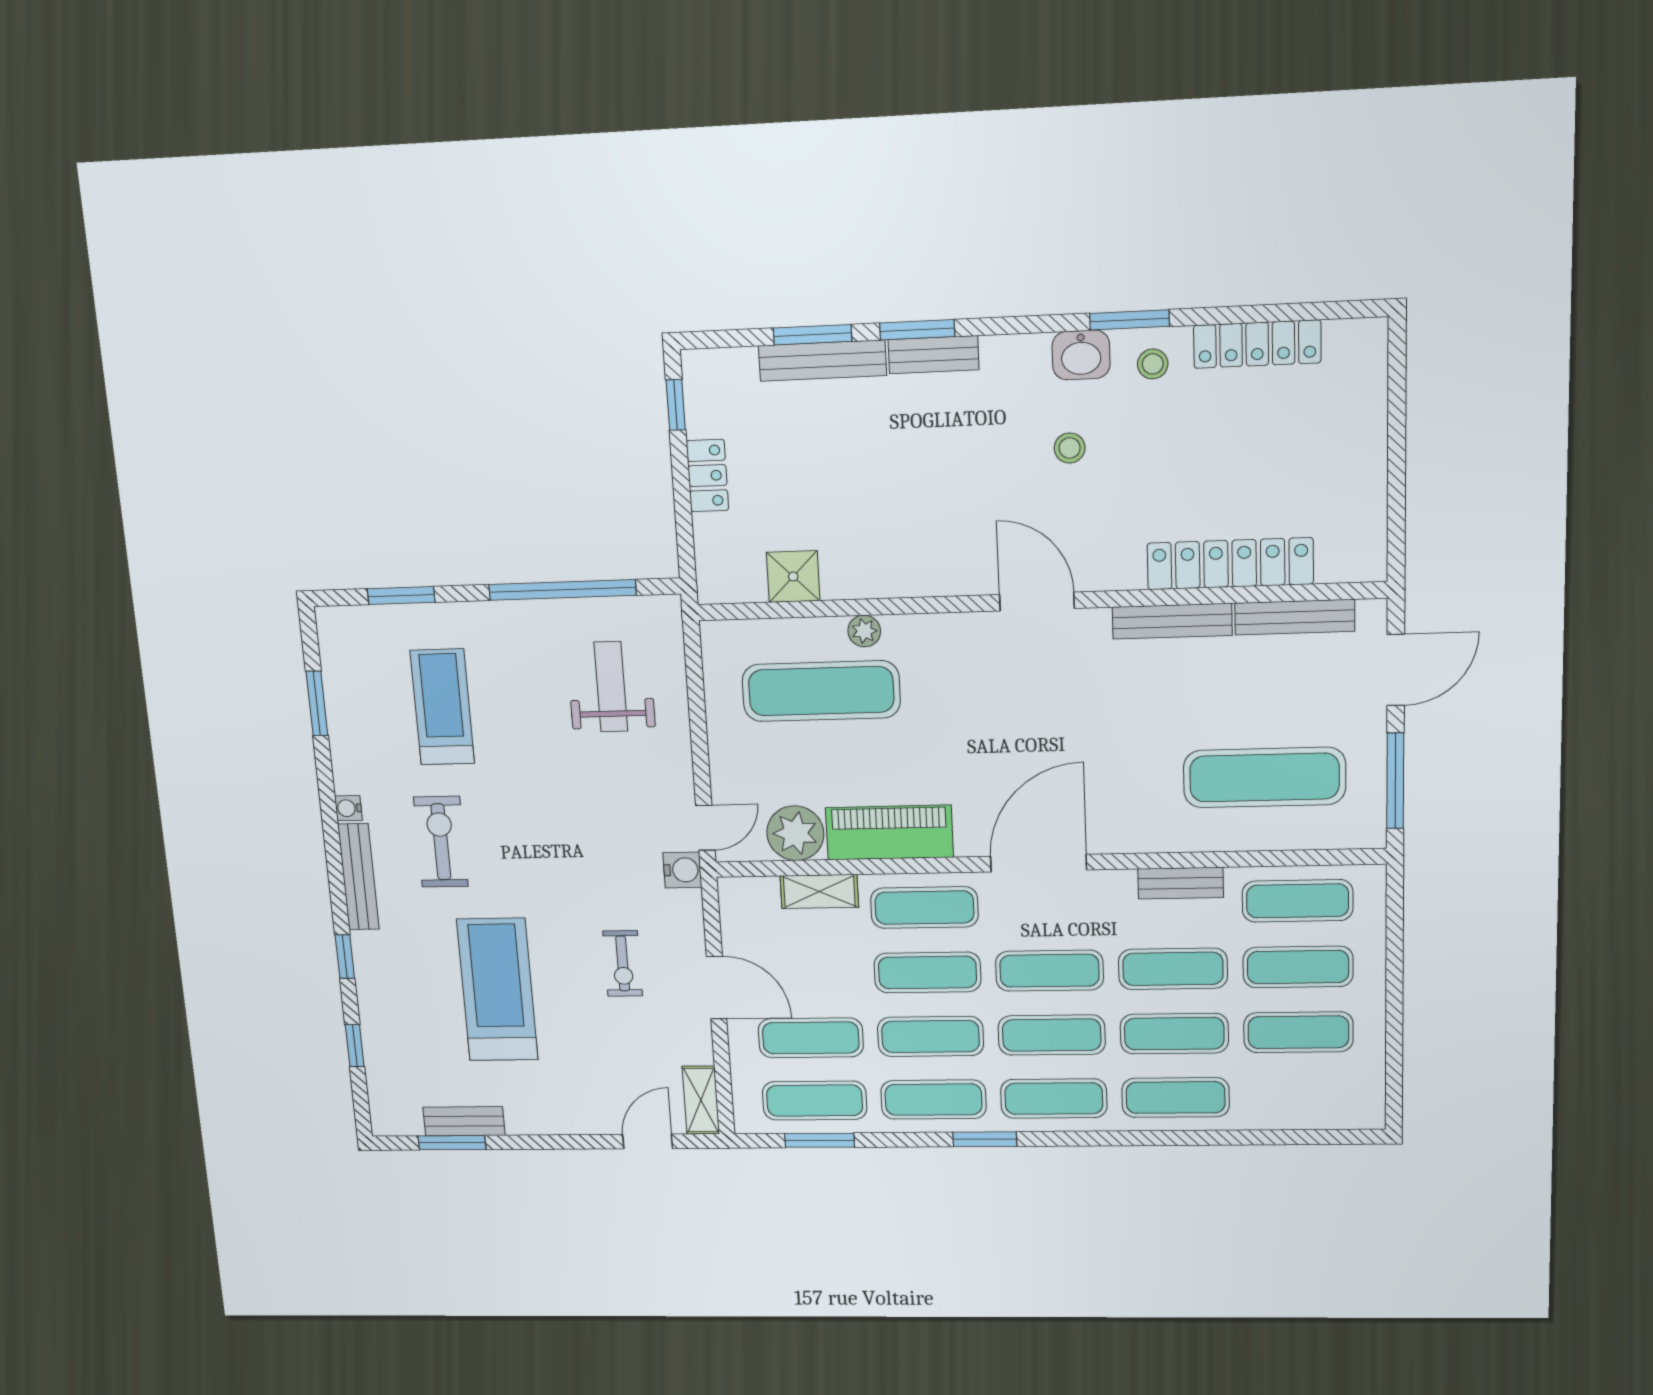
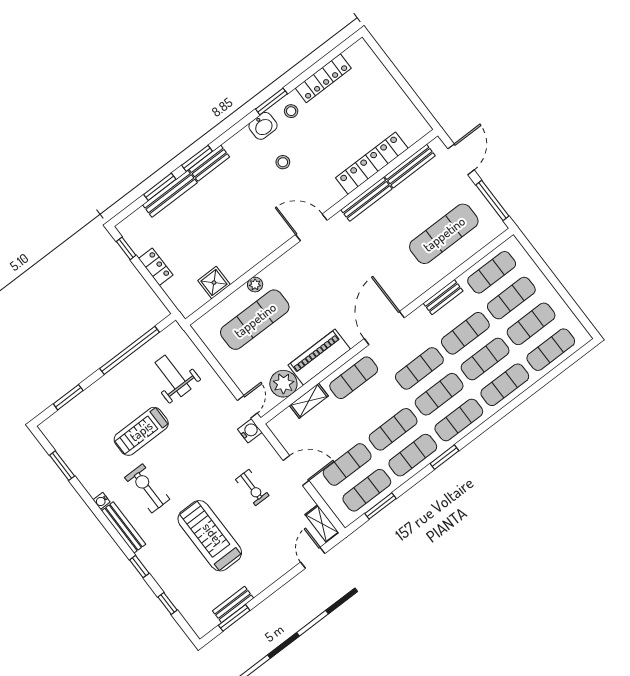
treadmill: (442, 707) -> (141, 431), moved, turned -90
exercise mat: (927, 972) -> (551, 350), moved

